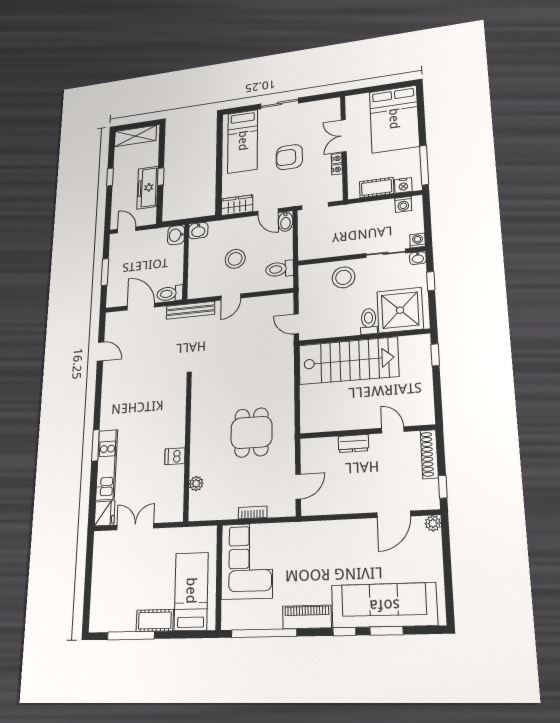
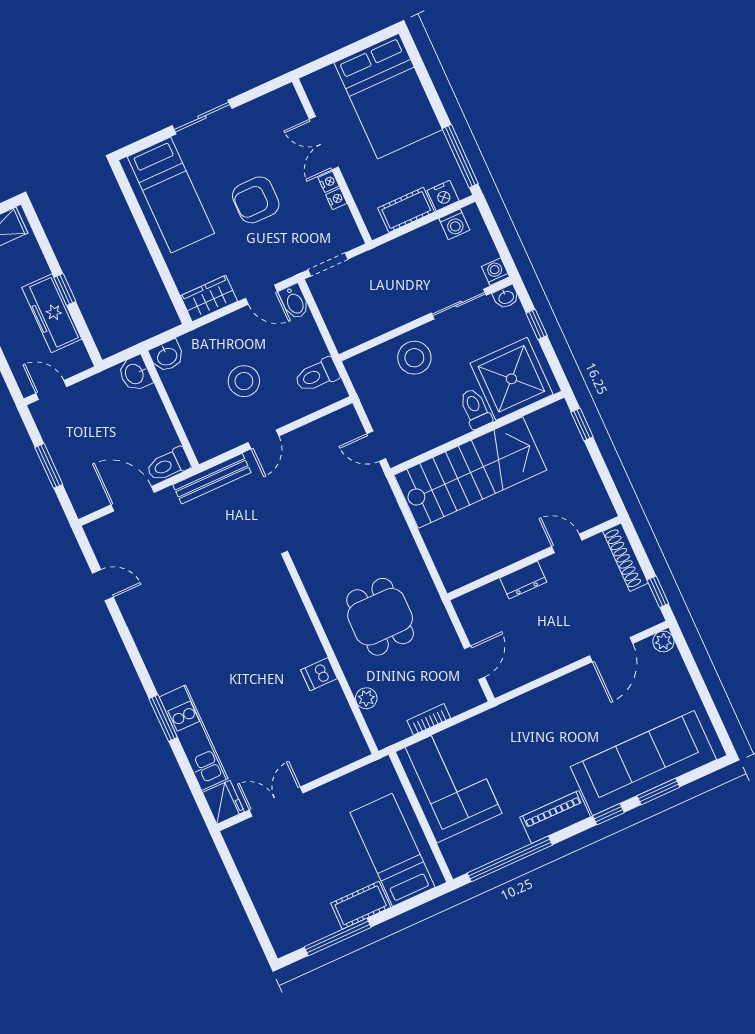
wall: (187, 447) -> (331, 656), moved
dishwasher: (175, 456) -> (319, 674), moved
plant: (196, 484) -> (366, 698), moved

